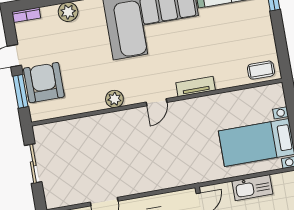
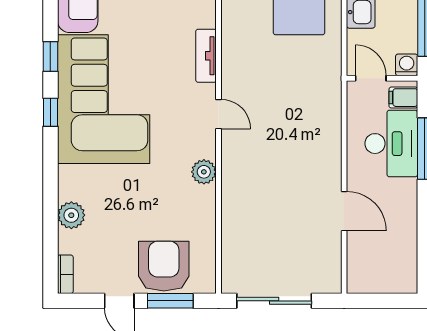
armchair: (44, 83) -> (164, 266), turned 90
sliding door: (33, 164) -> (274, 301), width x1.37

